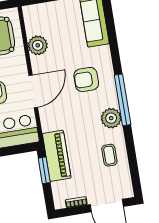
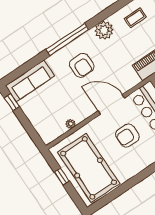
plant: (38, 45) -> (71, 124), width x0.53, depth x0.53
window: (123, 100) -> (67, 39), moved

